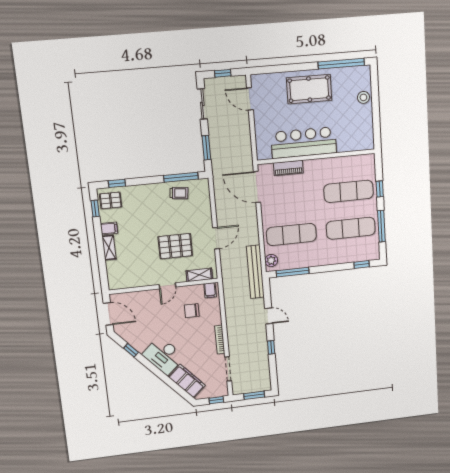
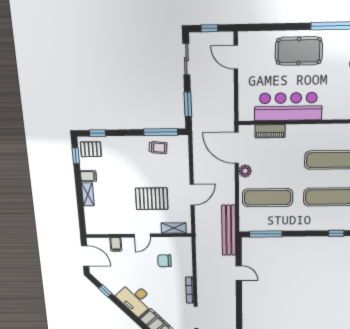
plant: (271, 261) -> (245, 171), moved
filing cabinet: (210, 290) -> (116, 244), moved
window: (271, 347) -> (239, 302), removed

